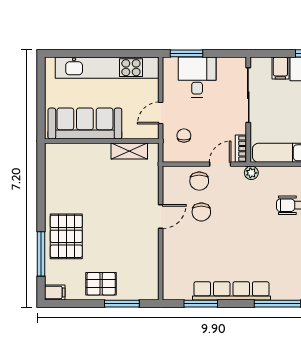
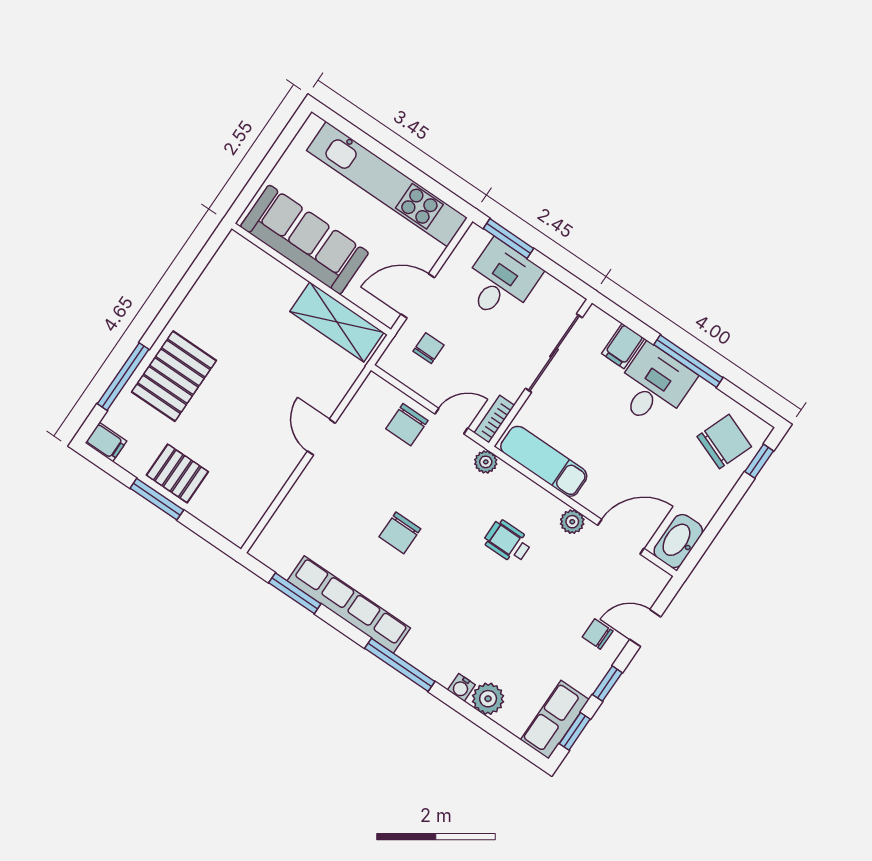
door: (161, 113) -> (418, 296), width x1.38
shelving: (129, 151) -> (337, 322), width x1.50, depth x1.33
chair: (201, 212) -> (400, 533), moved
door: (161, 216) -> (321, 437), swing flipped
window: (122, 304) -> (157, 499), moved

